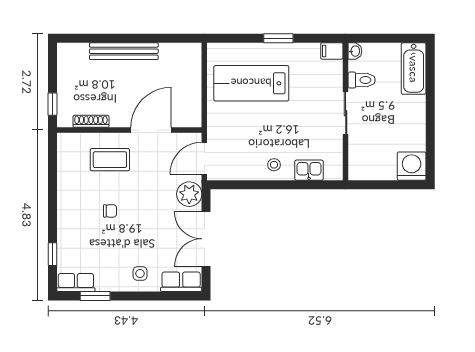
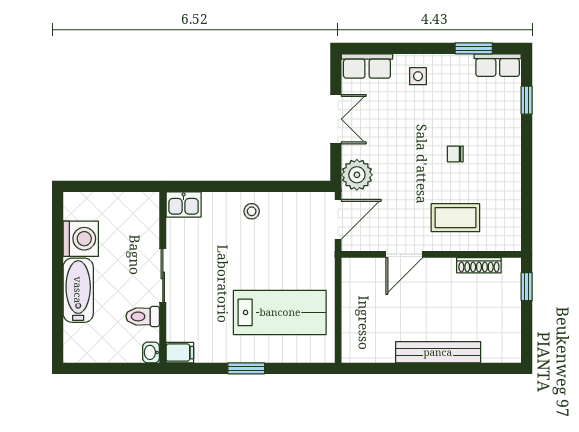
bathtub: (414, 69) -> (78, 290), moved
door: (151, 130) -> (404, 254), width x0.73
washing machine: (412, 166) -> (81, 239), moved, turned -90
kitchen sink: (309, 170) -> (184, 205), moved
double door: (206, 239) -> (336, 119), width x0.73

